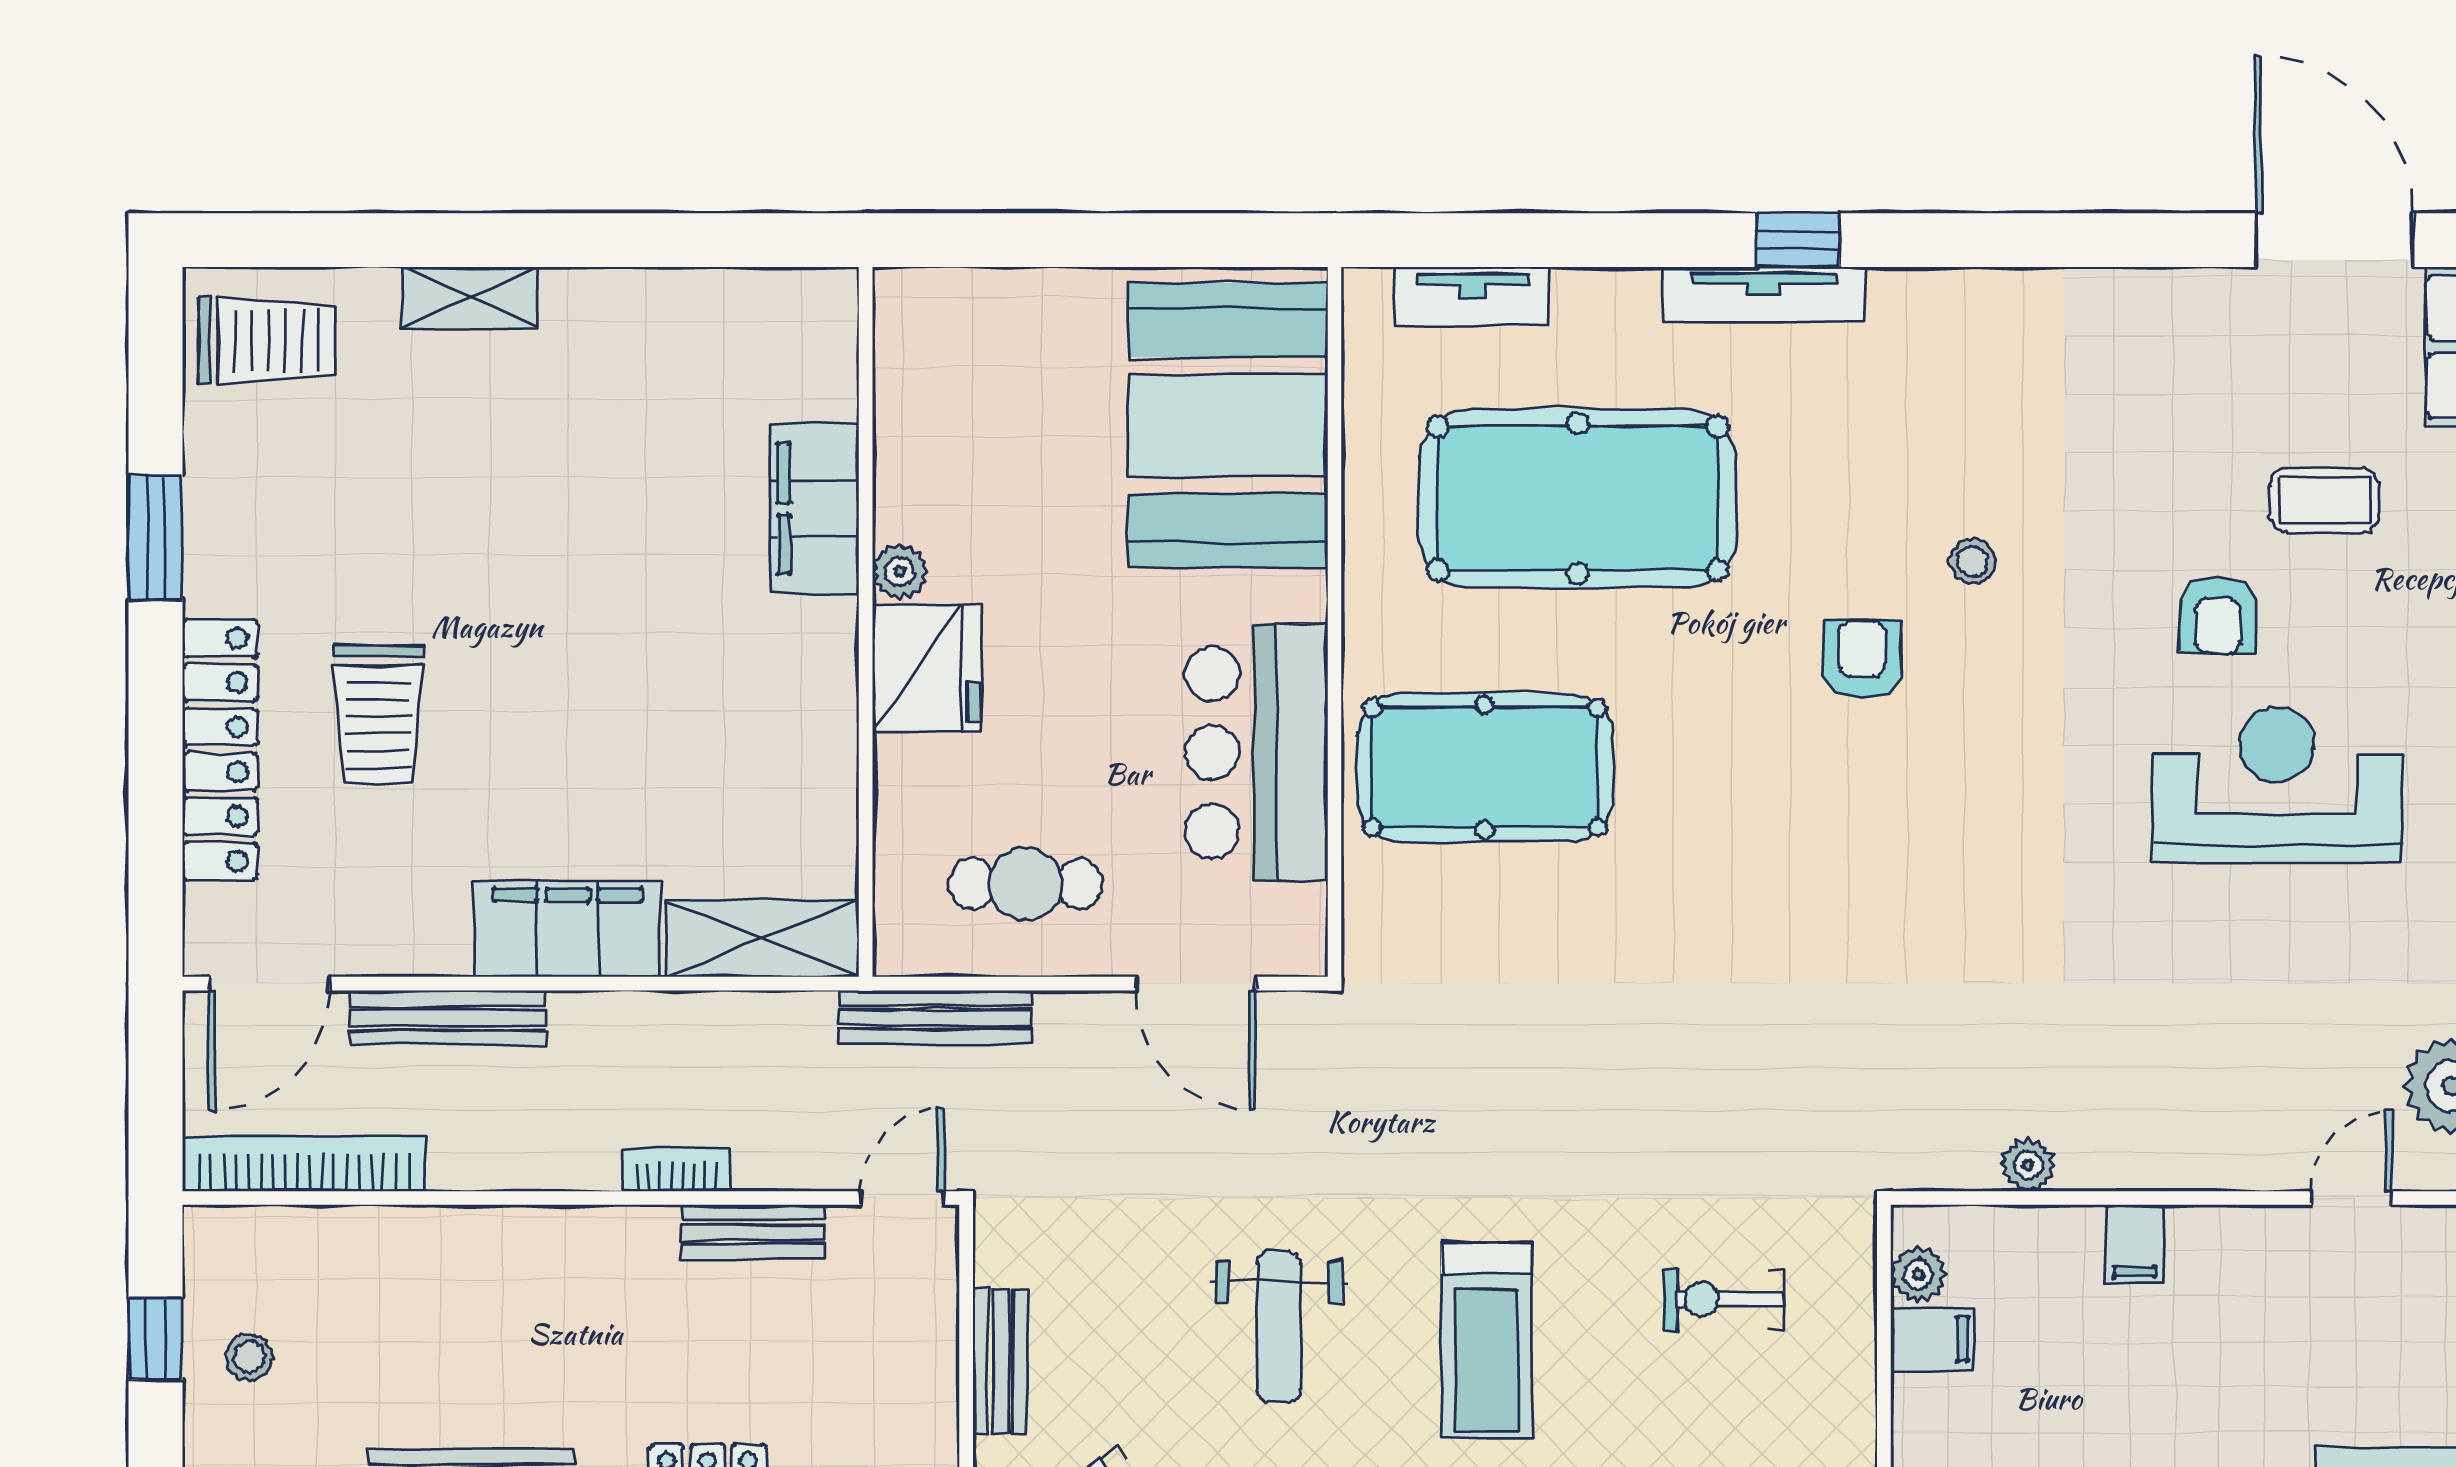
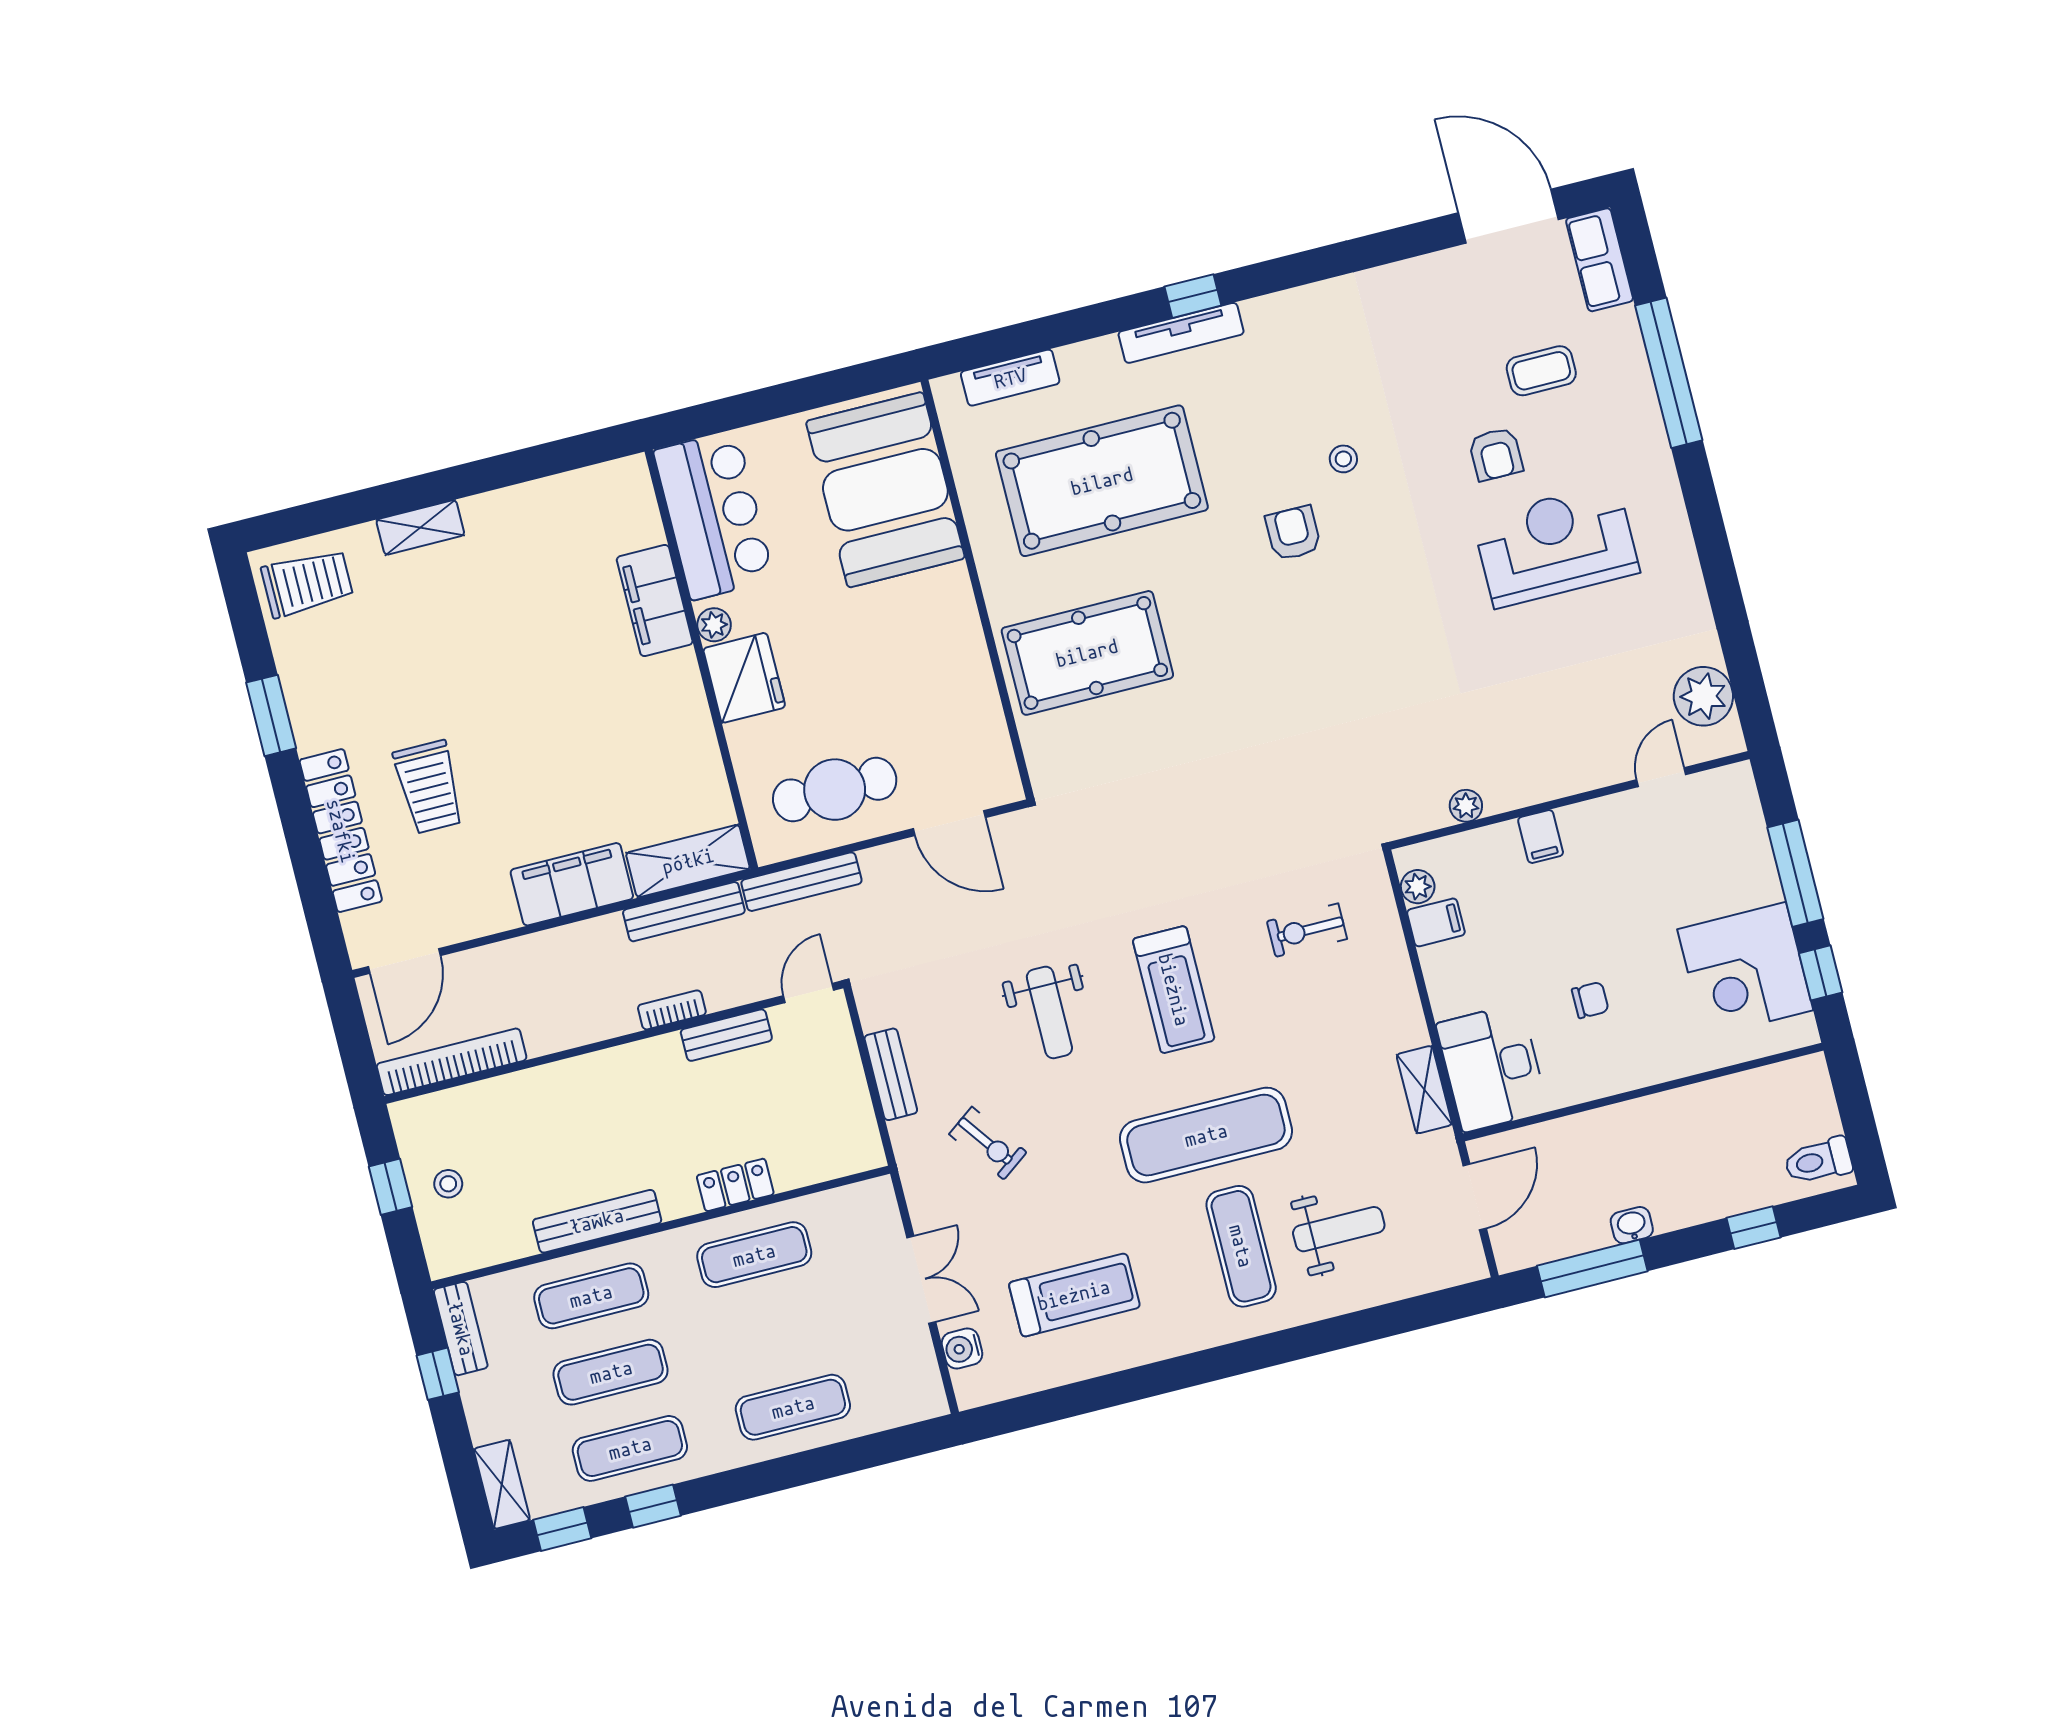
bar counter: (1256, 752) -> (714, 515), moved, turned 180
cafe table: (1026, 884) -> (835, 790), width x1.37, depth x1.35
bench: (448, 1018) -> (684, 912), moved

